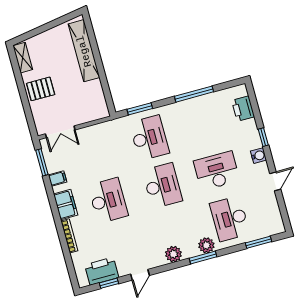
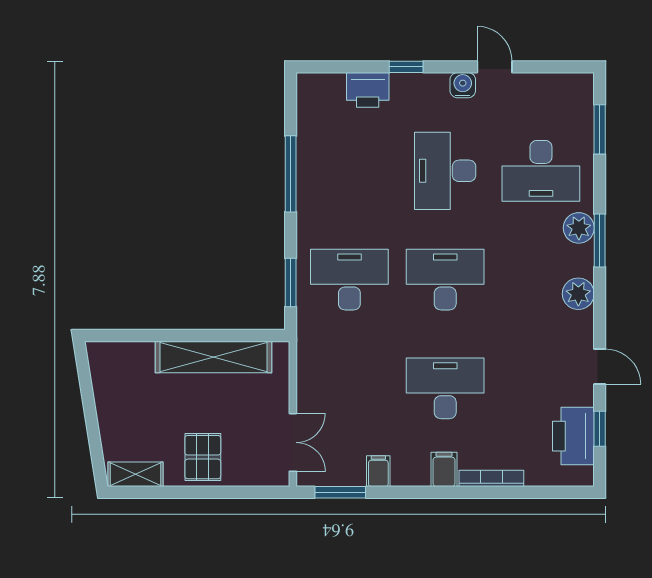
shelving: (84, 51) -> (214, 357), moved
printer: (243, 109) -> (368, 90), moved
water cooler: (258, 156) -> (463, 85), moved
filing cabinet: (66, 205) -> (444, 469), width x0.50

